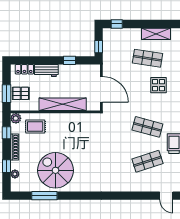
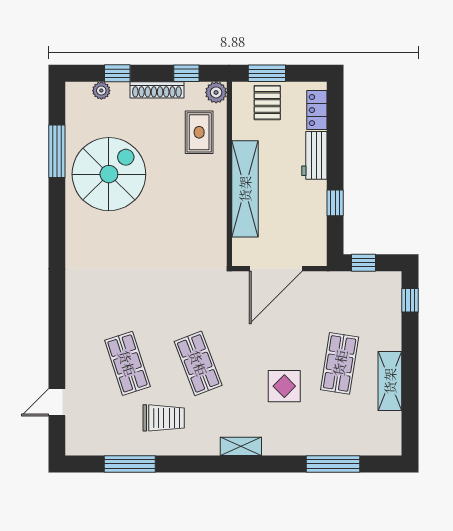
shop shelf: (147, 127) -> (198, 363), turned -36

